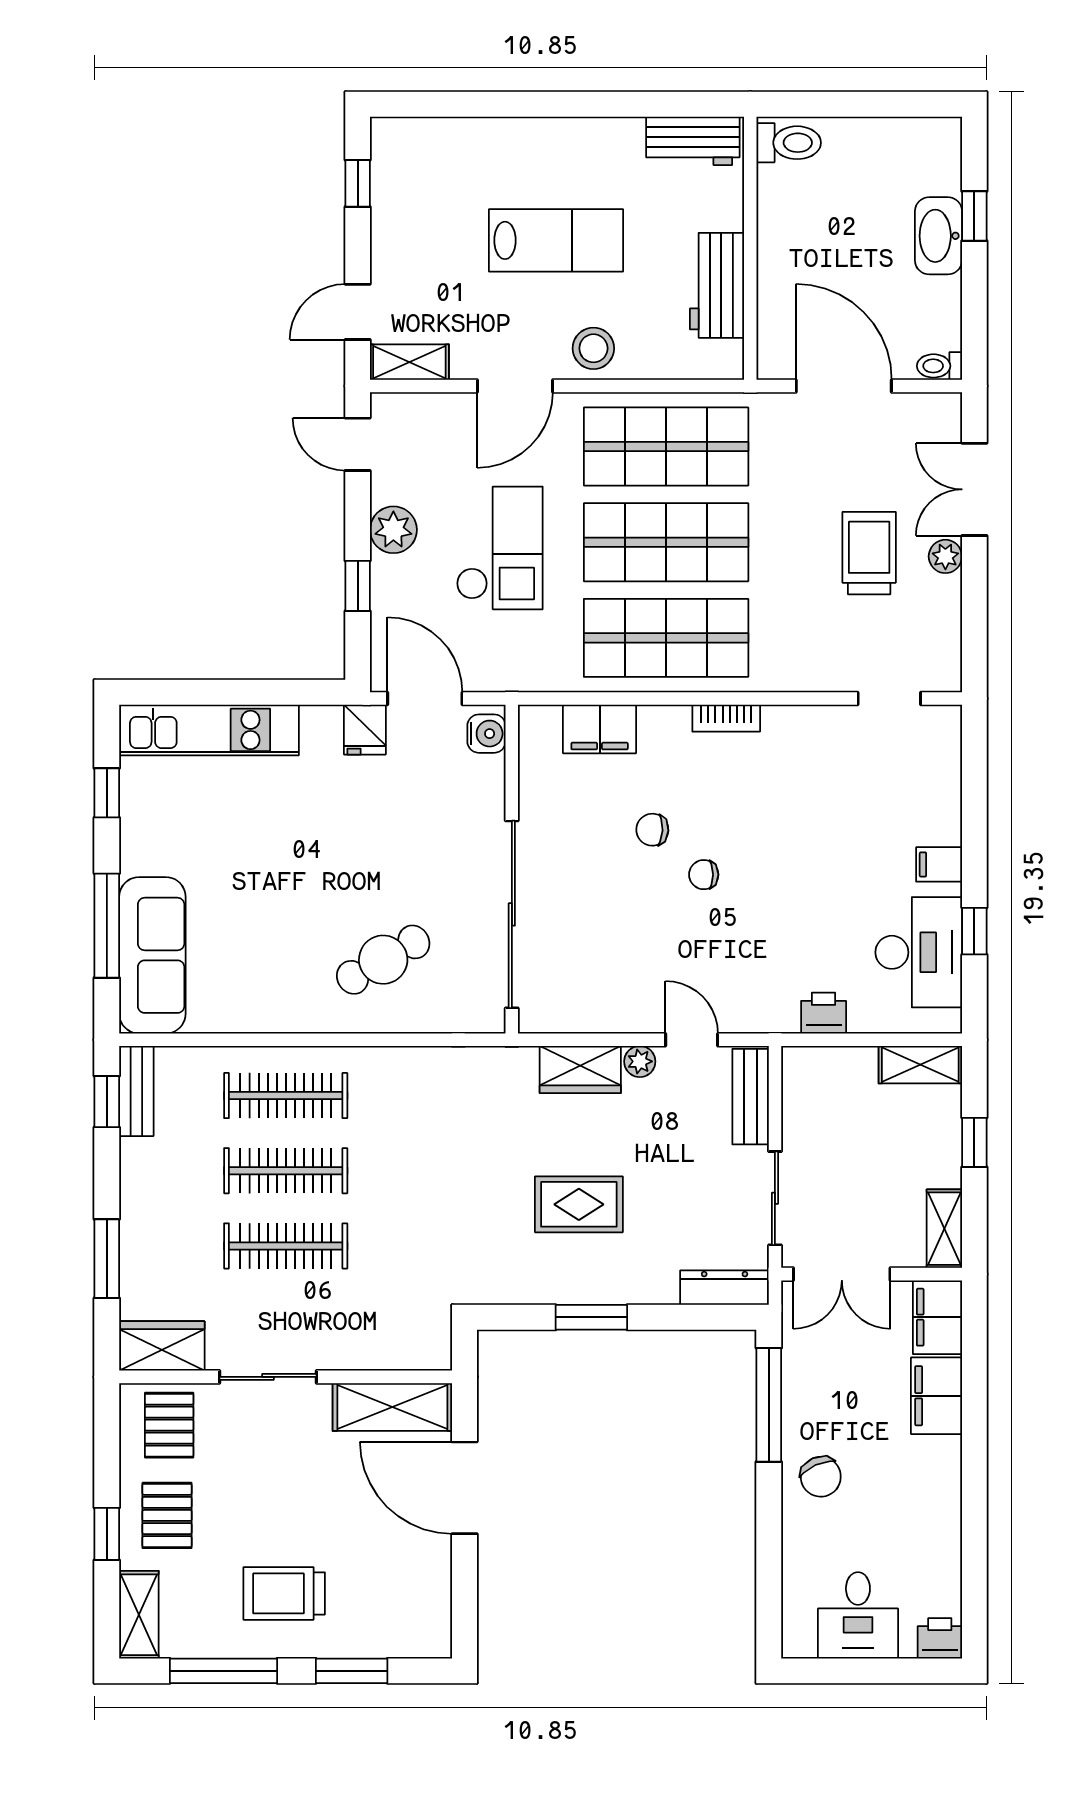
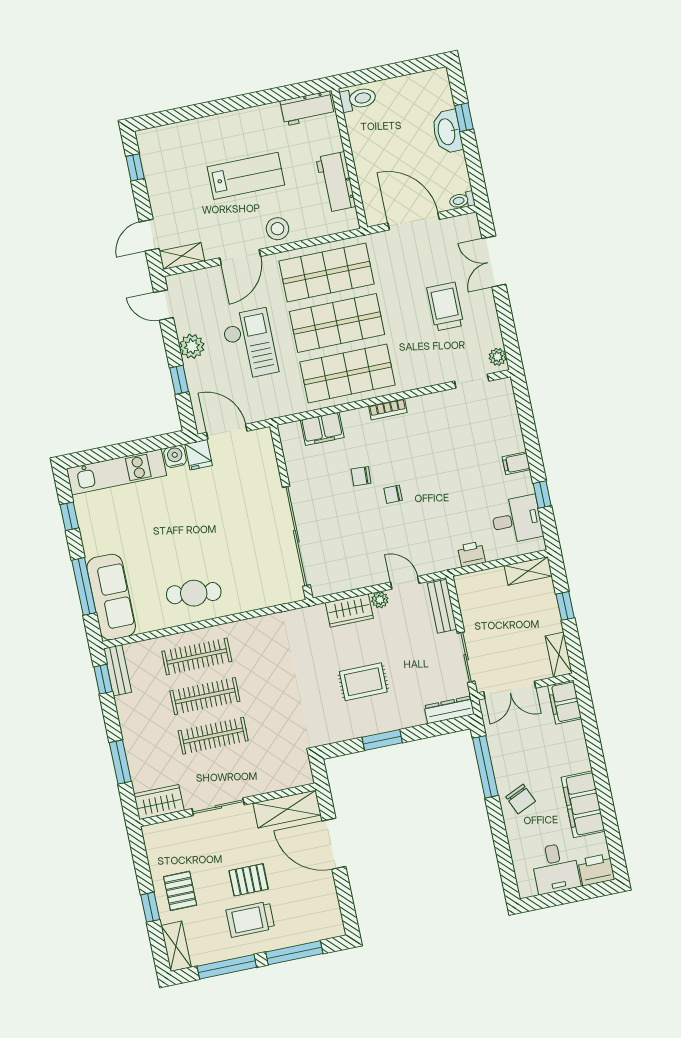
plant: (945, 556) -> (498, 357), moved
water cooler: (486, 734) -> (175, 456), moved, turned -90
desk: (919, 952) -> (517, 520), width x0.73
cafe table: (383, 960) -> (194, 593), moved, turned 37
filing cabinet: (937, 1396) -> (583, 804), moved, width x1.50, depth x1.17
pallet: (169, 1425) -> (249, 880), moved, turned 90
printer: (940, 1638) -> (596, 870), width x1.36, depth x1.24
window: (352, 1671) -> (294, 953), width x1.44

